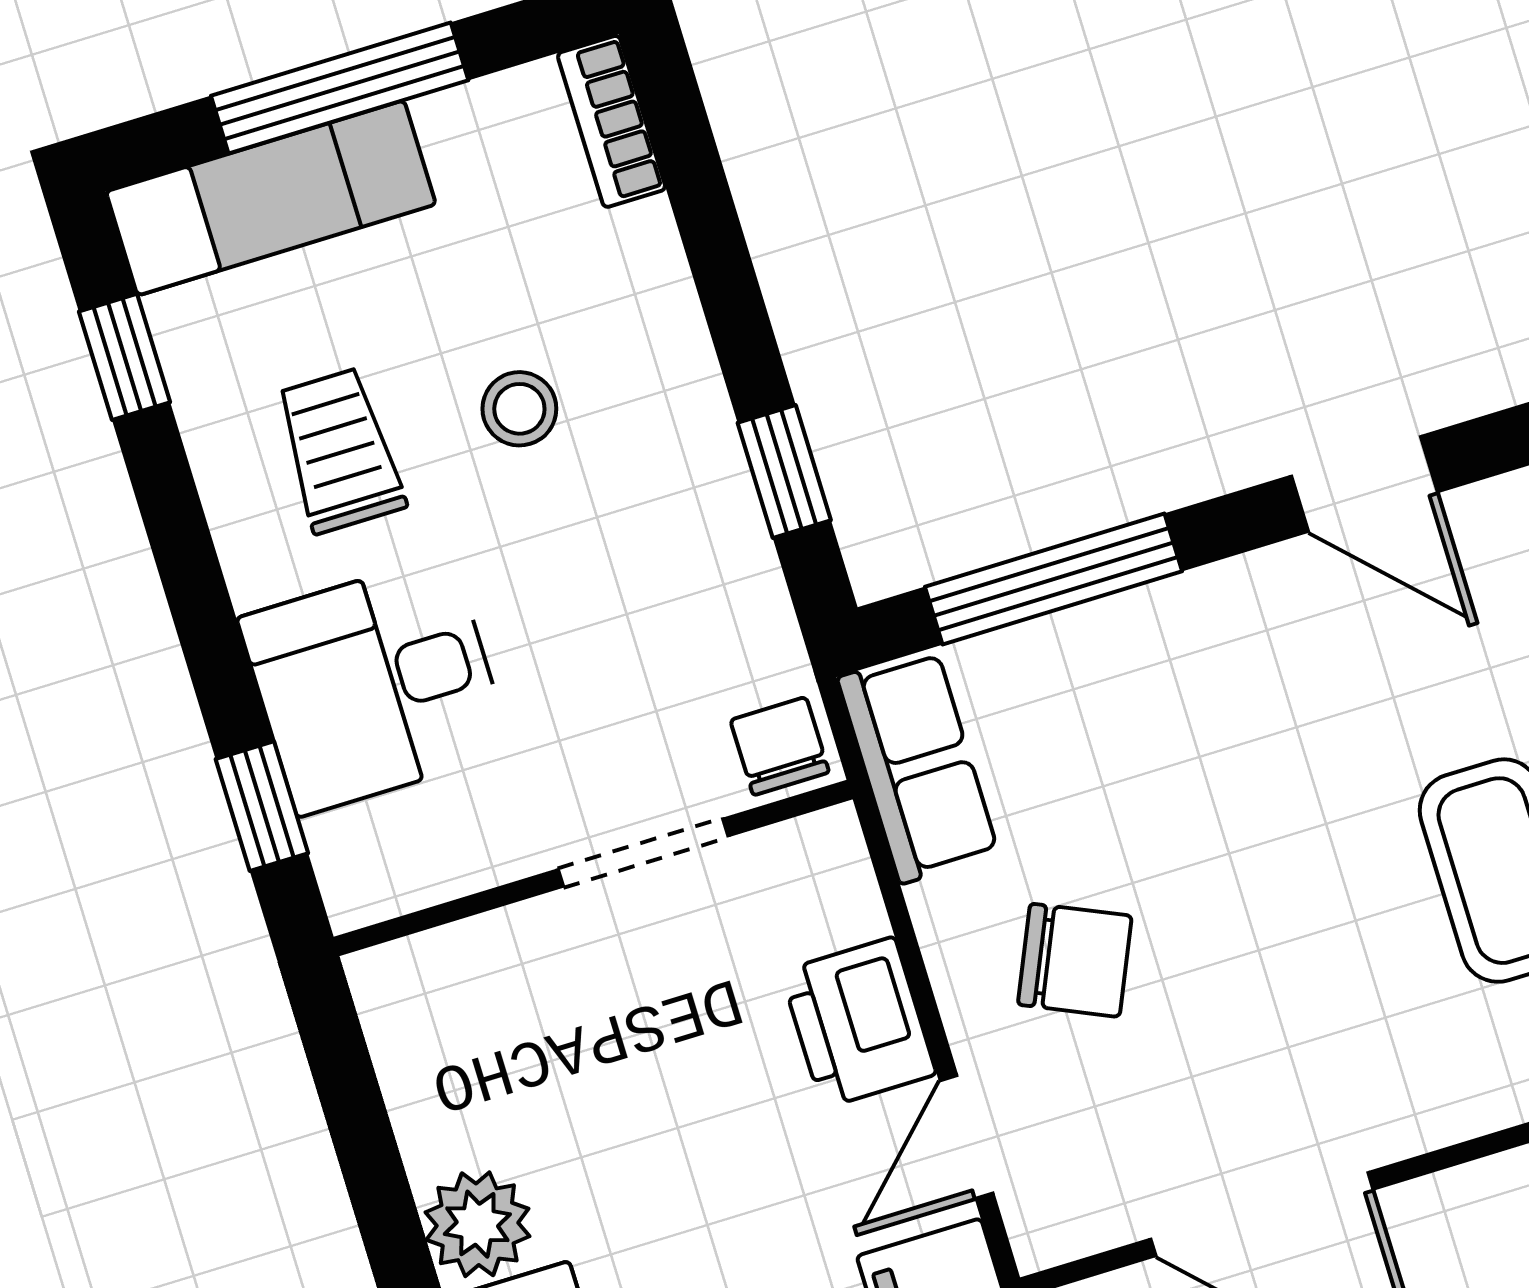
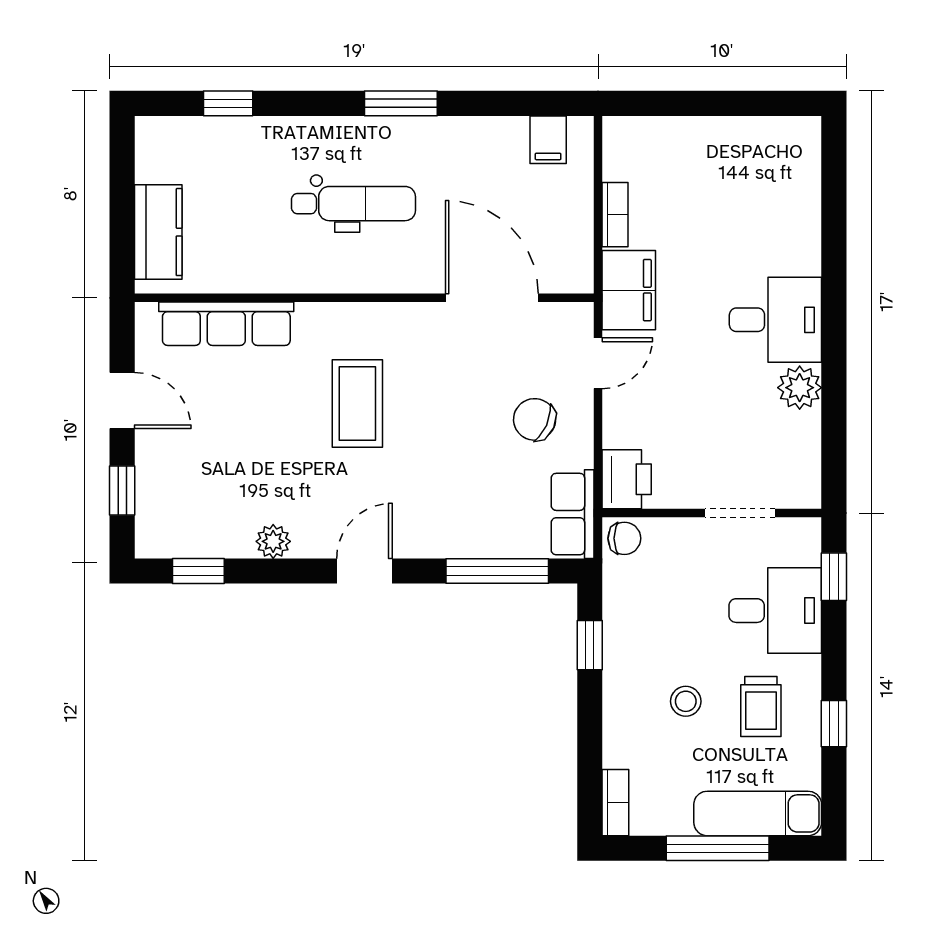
window: (125, 357) -> (834, 724), moved
door: (1364, 484) -> (365, 571), hinge flipped
chair: (780, 746) -> (624, 538), turned -90
doorway: (643, 853) -> (740, 513), moved
printer: (858, 1023) -> (627, 479), moved

